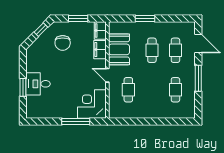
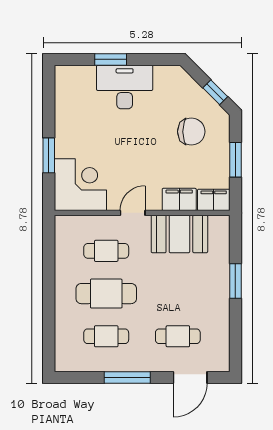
chair: (63, 43) -> (191, 132), turned 180
cafe table: (152, 50) -> (106, 294), moved, width x1.37, depth x1.35
desk: (38, 84) -> (125, 87), width x1.37
window: (76, 122) -> (49, 155), width x0.69

